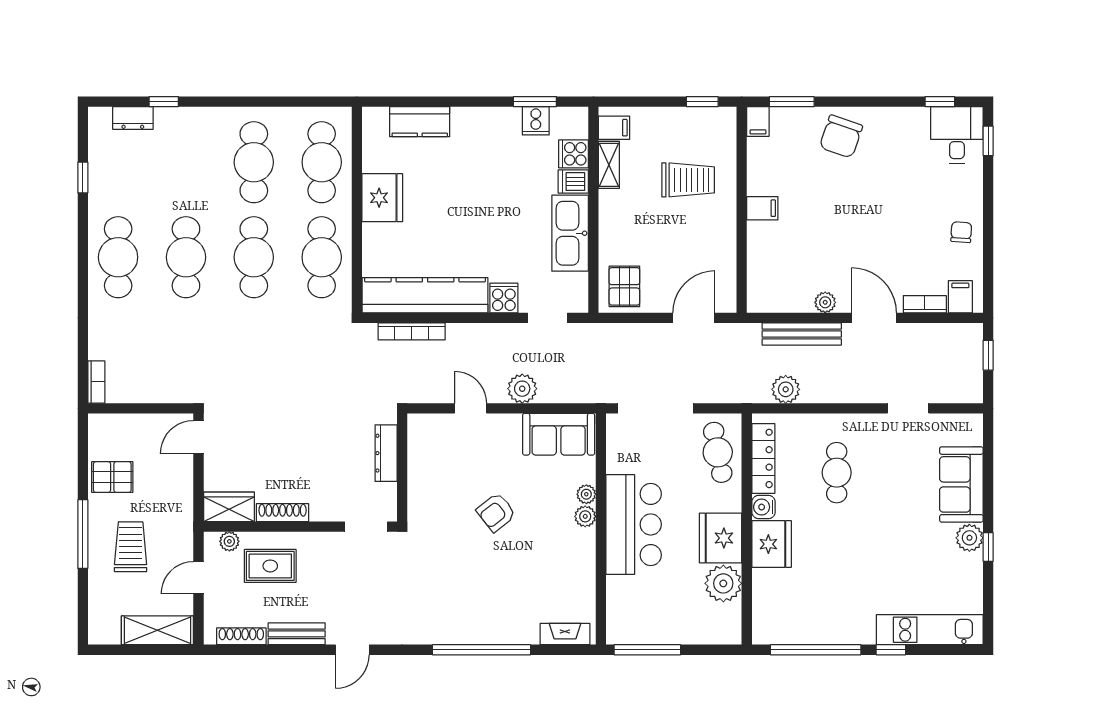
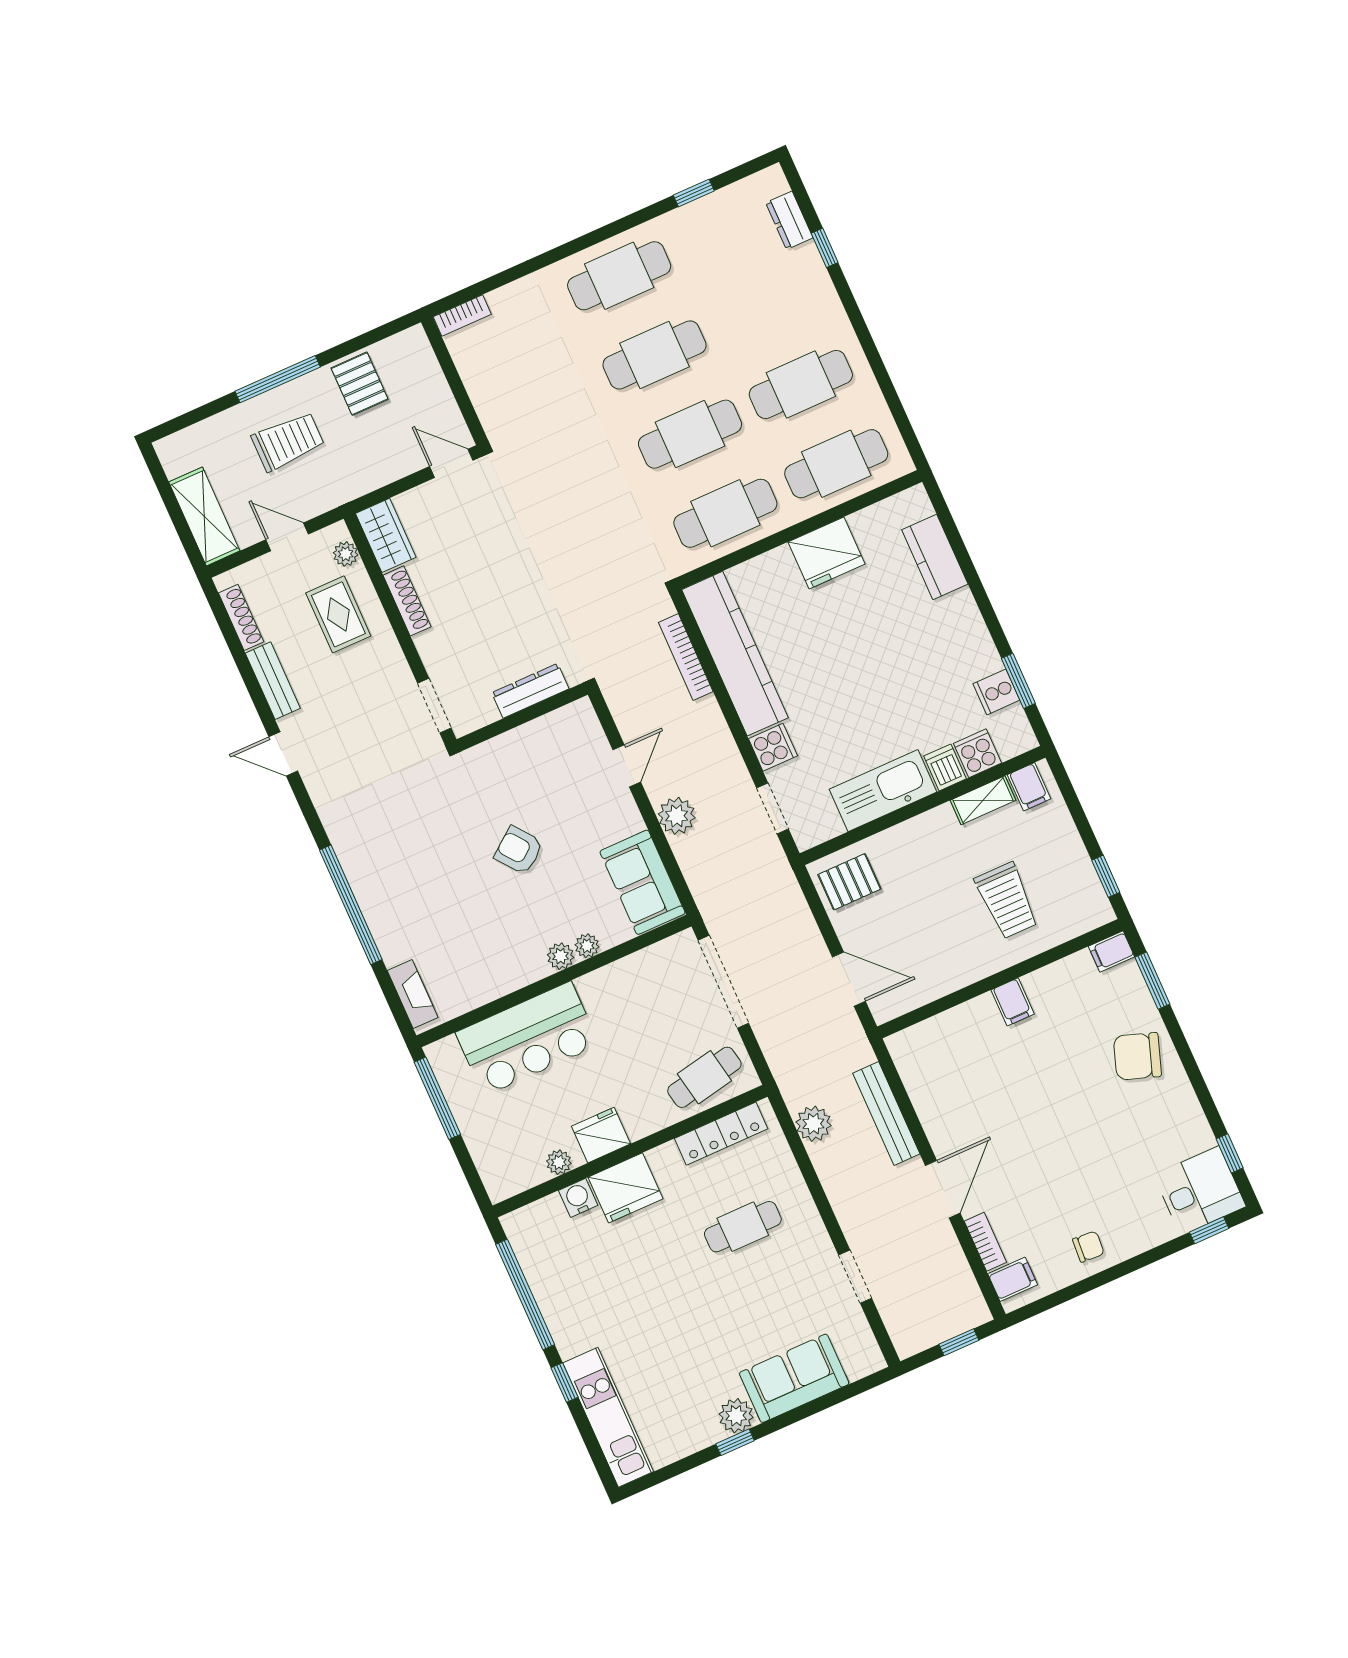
plant: (825, 302) -> (936, 1124), removed
water cooler: (763, 507) -> (578, 1198), moved
bar counter: (634, 524) -> (527, 1039), moved
fridge: (721, 538) -> (601, 1135), width x0.73, depth x0.75
plant: (723, 583) -> (559, 1162), width x0.53, depth x0.53

